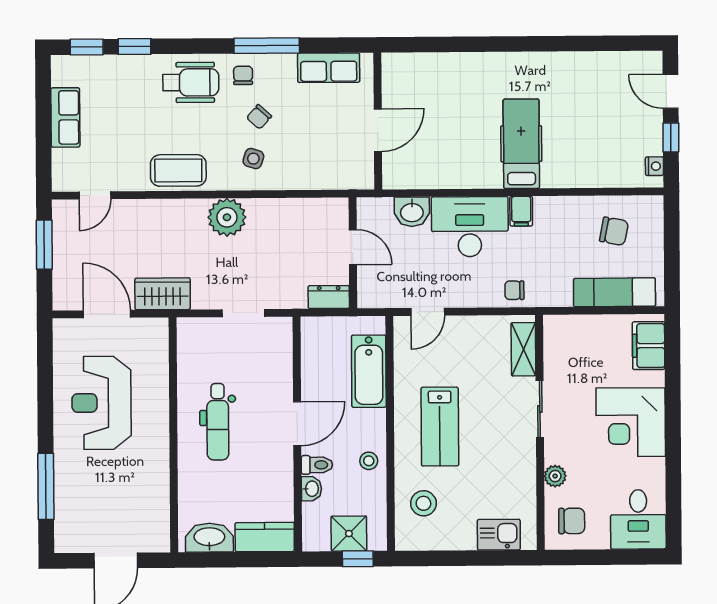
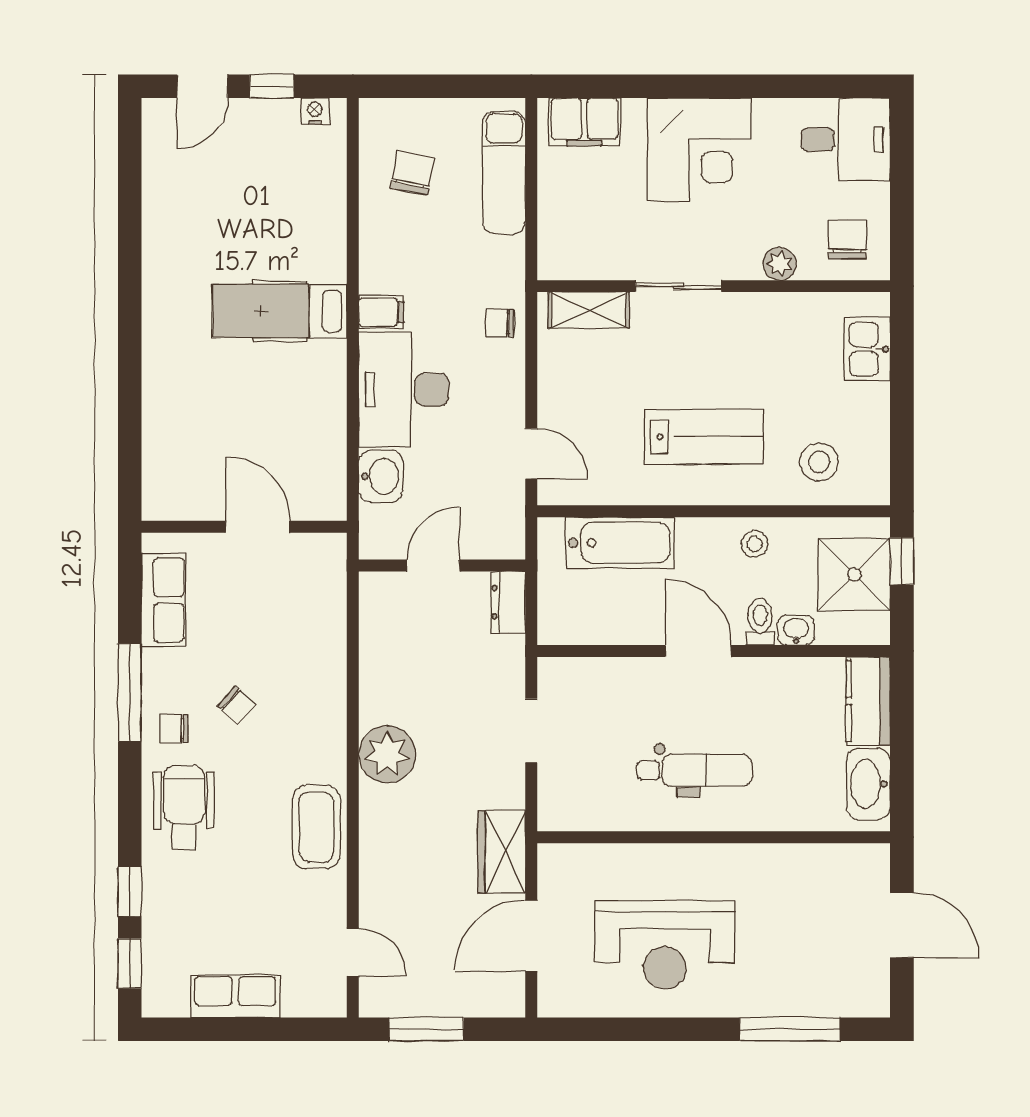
side table: (253, 159) -> (299, 714), removed
chair: (514, 290) -> (500, 323), turned 92
shower: (349, 534) -> (854, 574), width x1.36, depth x1.36

